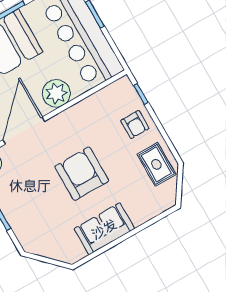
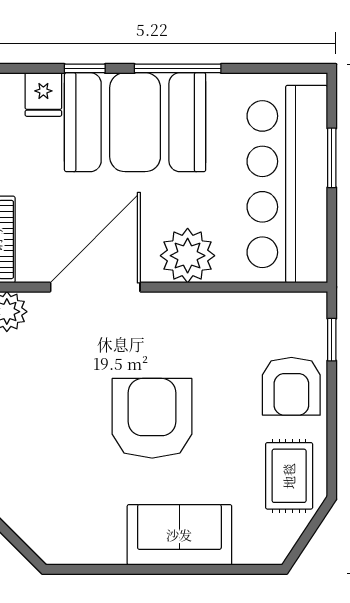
armchair: (135, 125) -> (291, 386), width x1.38, depth x1.38
sofa: (104, 229) -> (179, 535), moved

